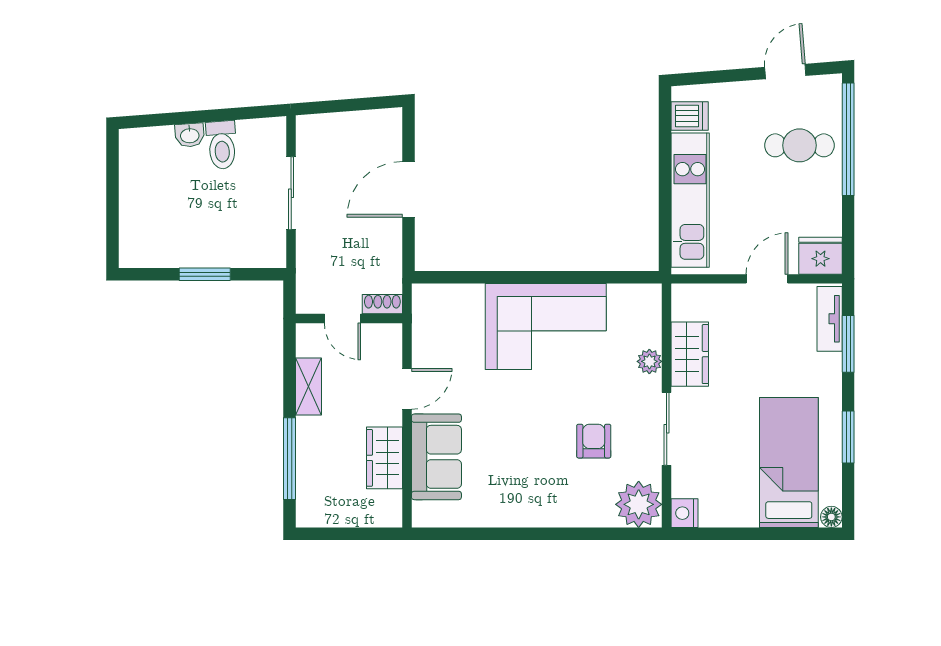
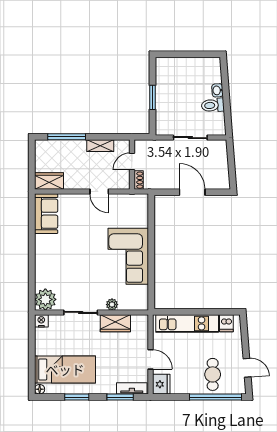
armchair: (594, 441) -> (75, 279), removed
sofa: (436, 457) -> (46, 214), moved, turned -90
wardrobe: (385, 458) -> (49, 181), moved

